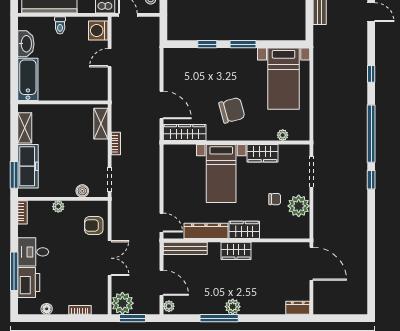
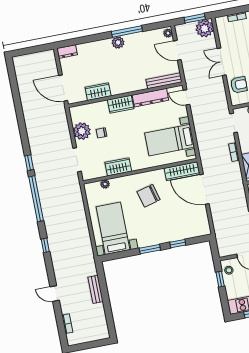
door: (162, 105) -> (204, 189), width x1.36
bed with nightstands: (221, 173) -> (170, 140), moved, turned -90
wardrobe: (236, 251) -> (98, 92), moved

